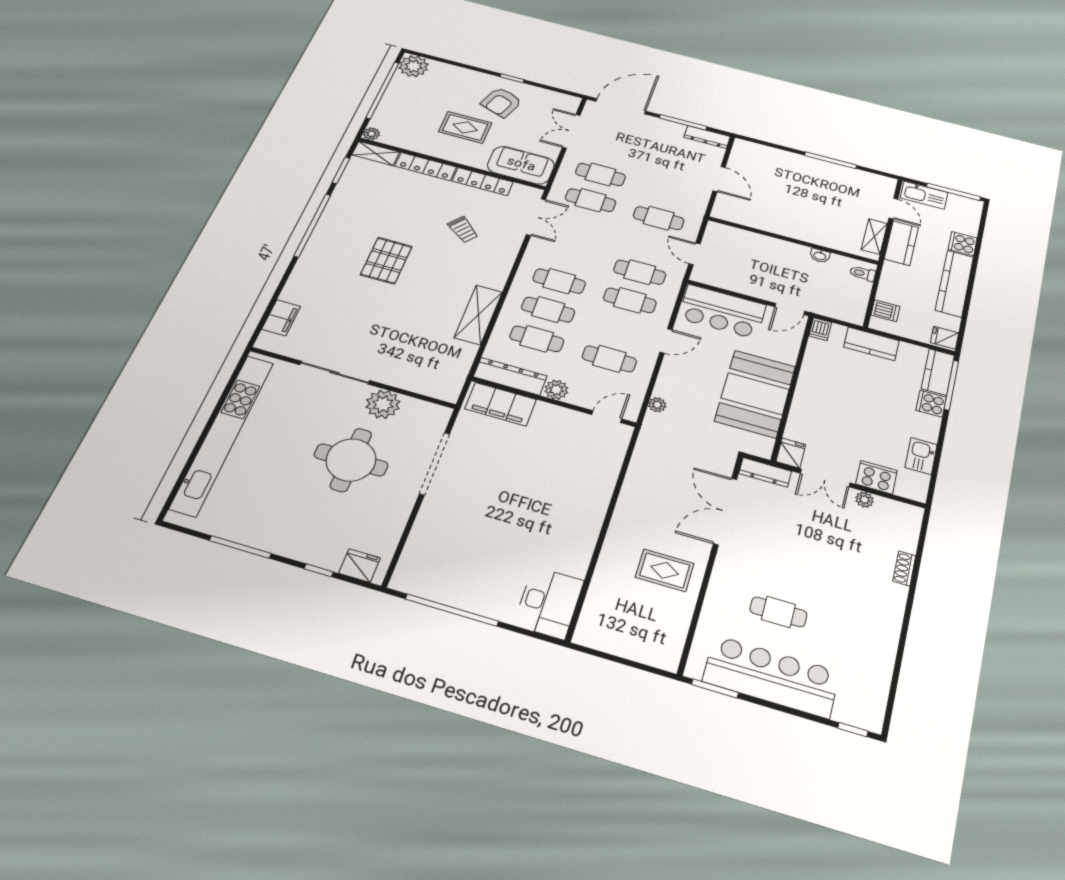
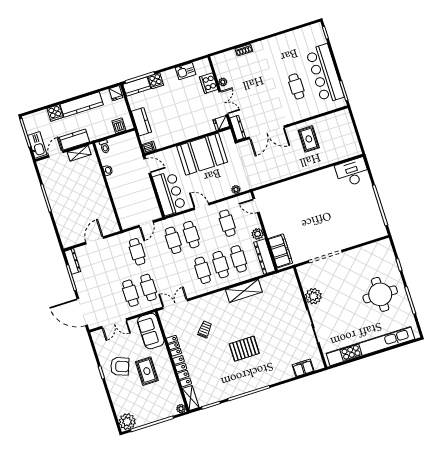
locker: (483, 182) -> (174, 346), width x0.66
round table: (351, 460) -> (380, 294), moved
fridge: (359, 566) -> (387, 252), removed

